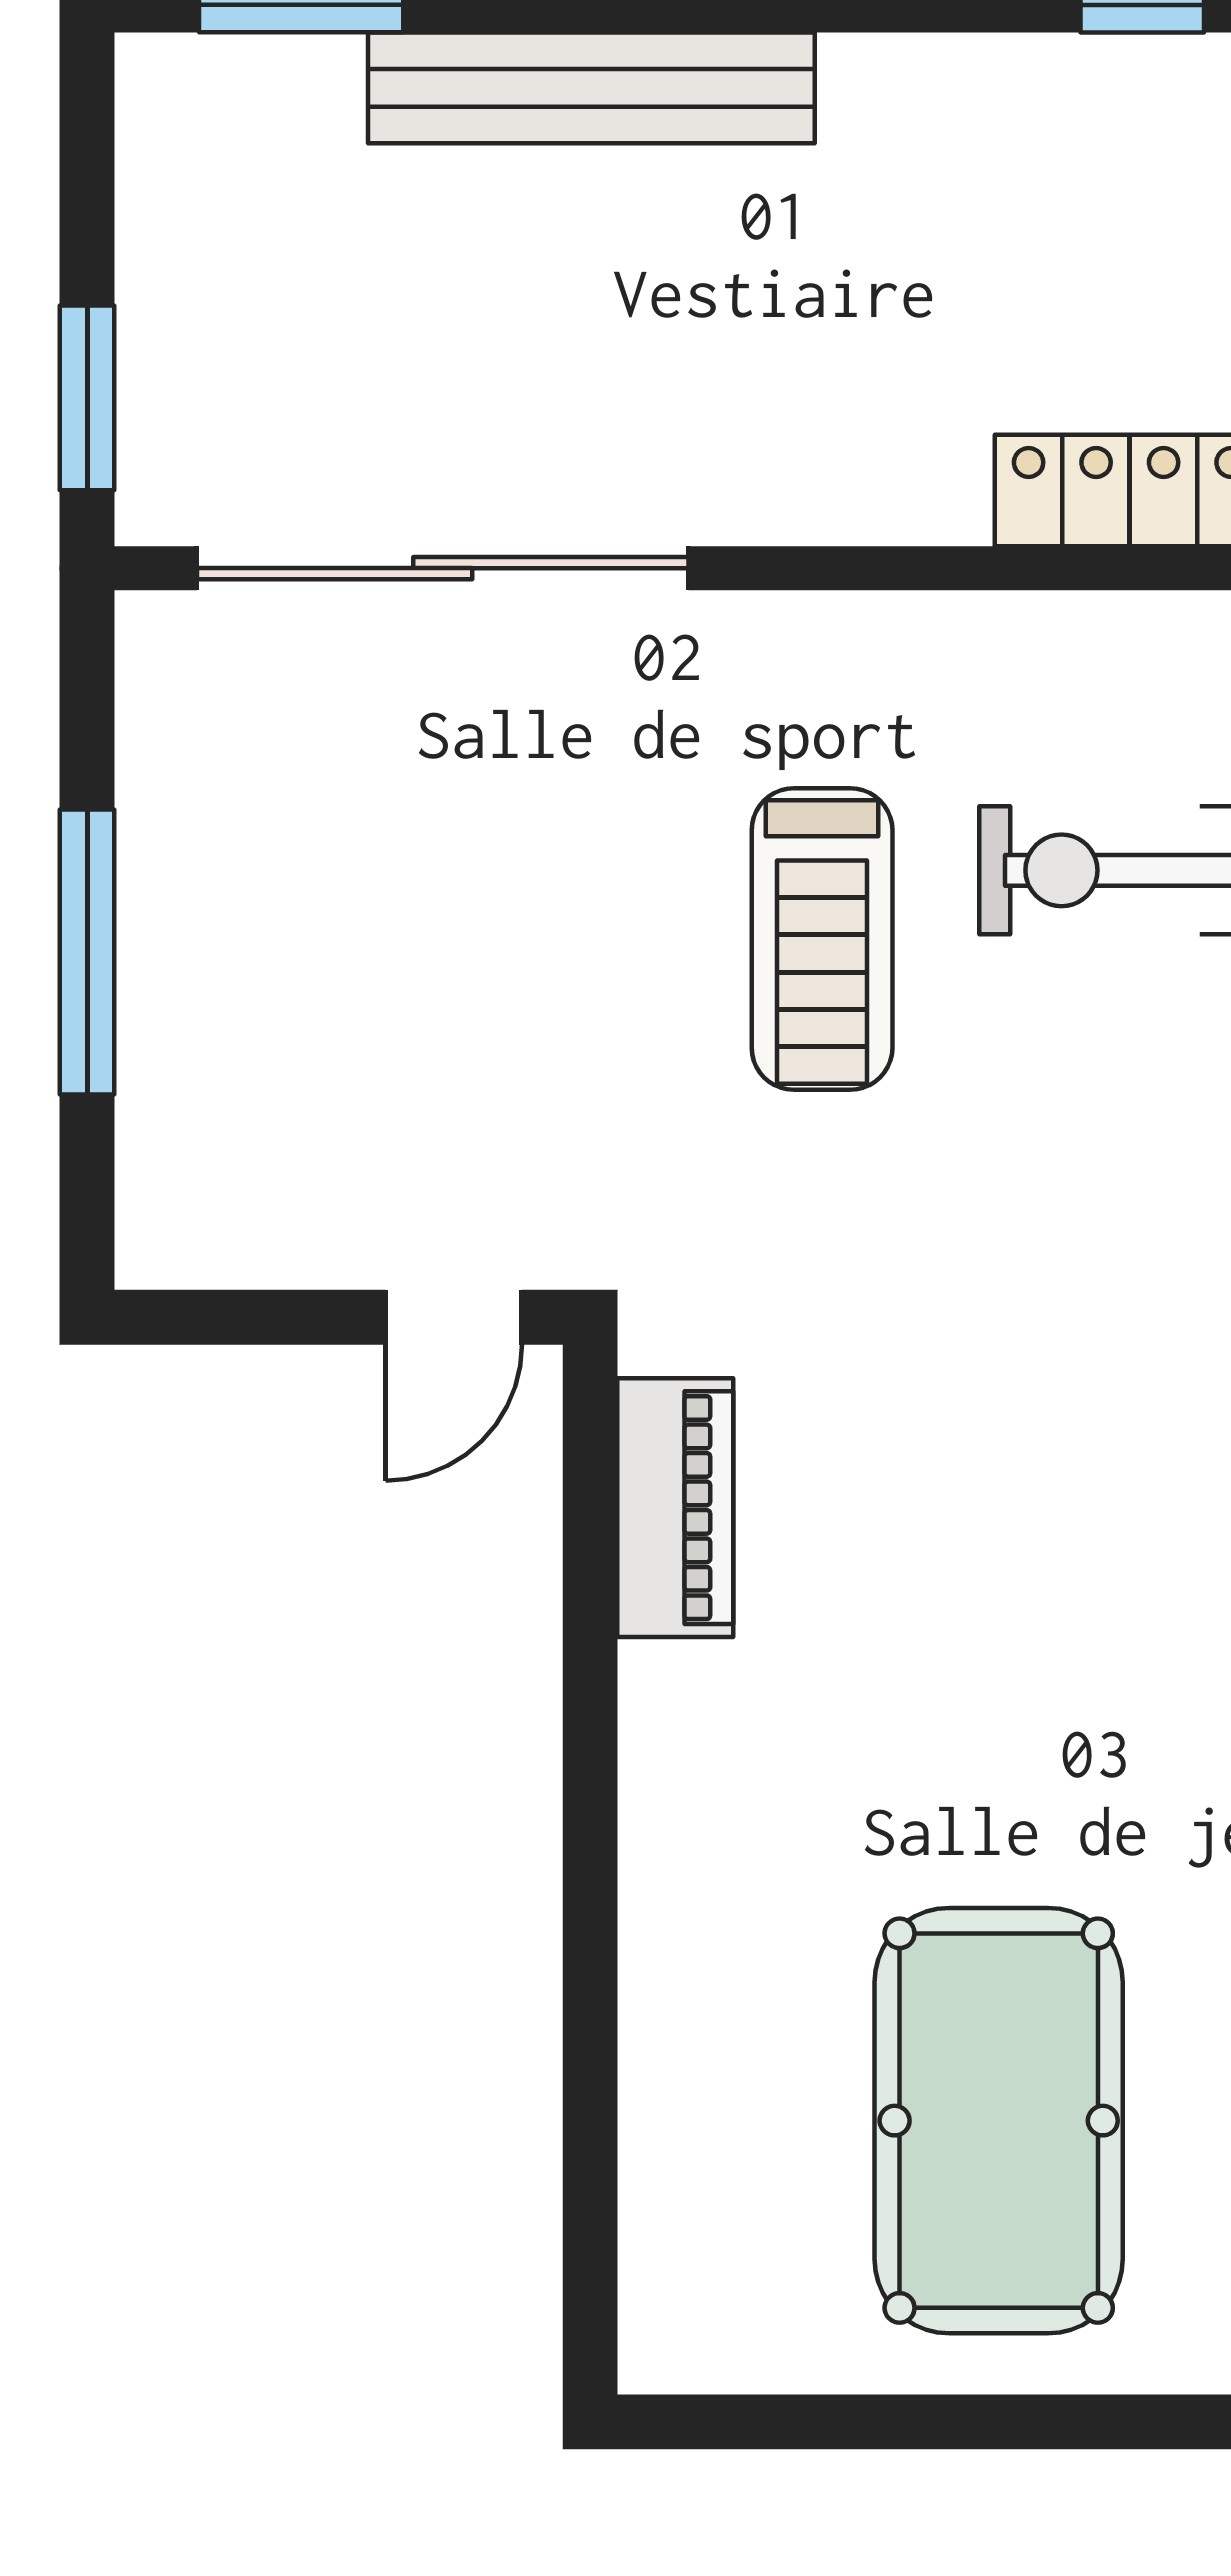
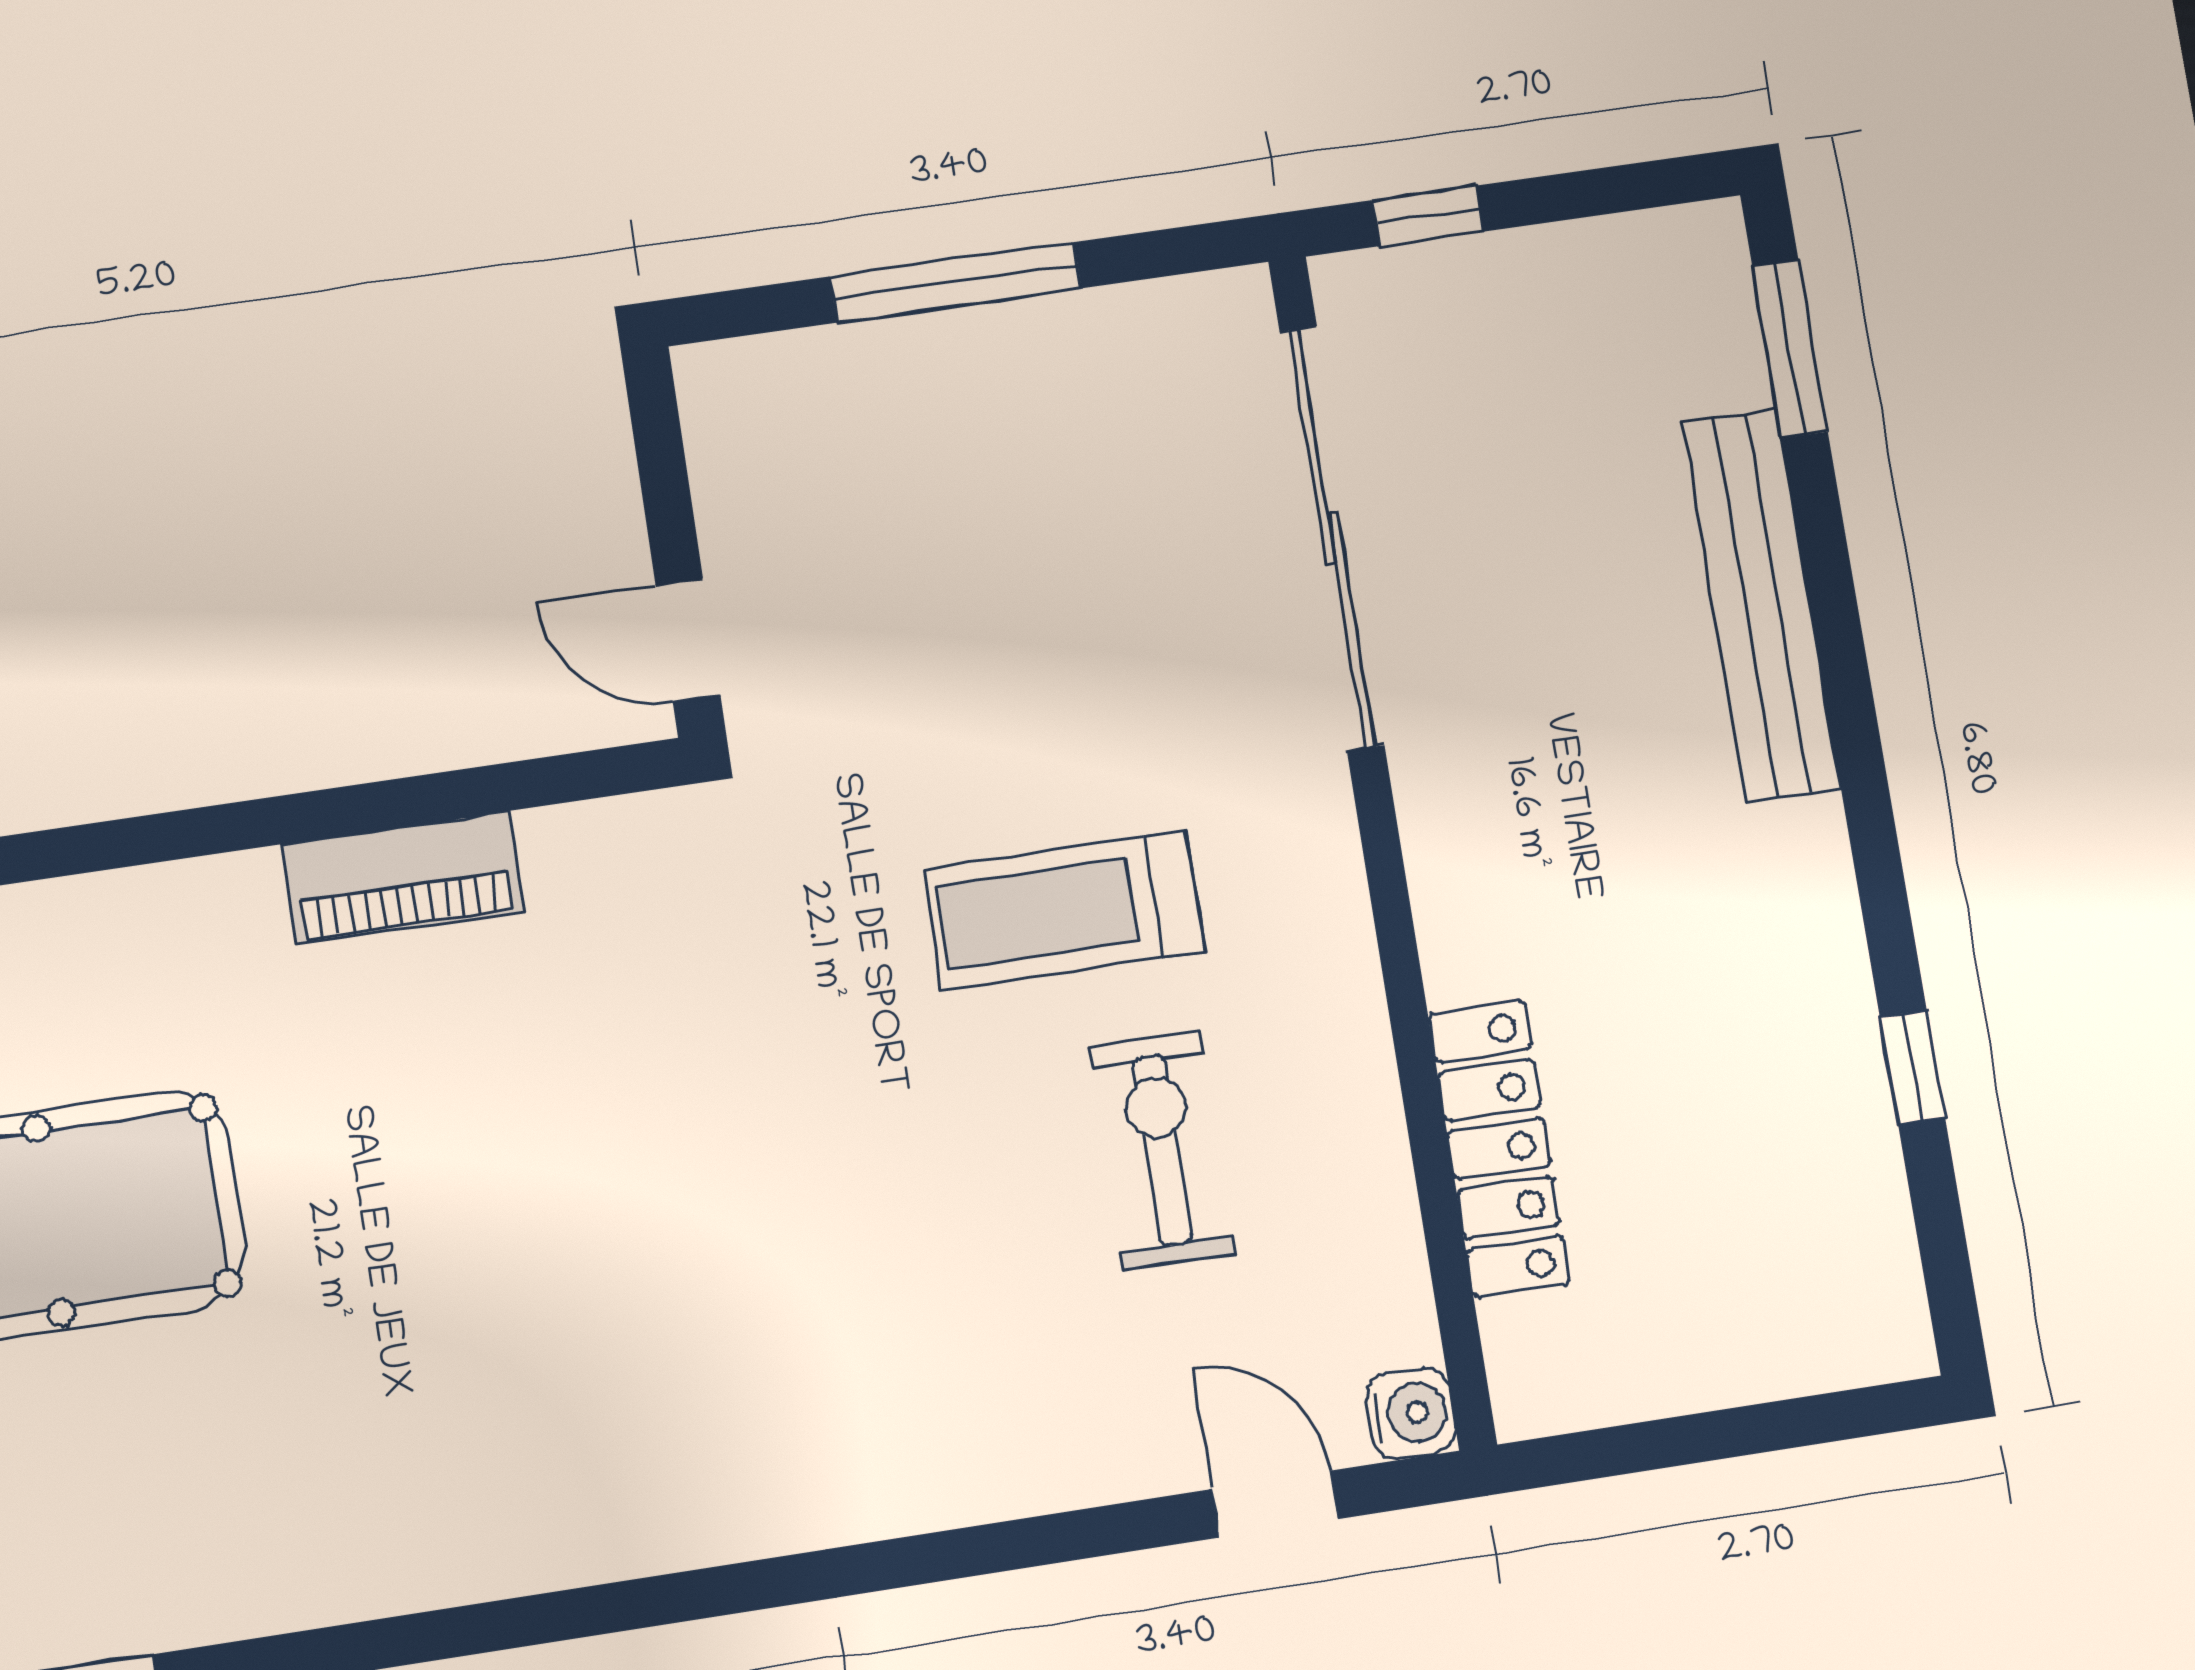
window: (87, 398) -> (1428, 216), width x0.67
piano: (675, 1508) -> (403, 878), moved

